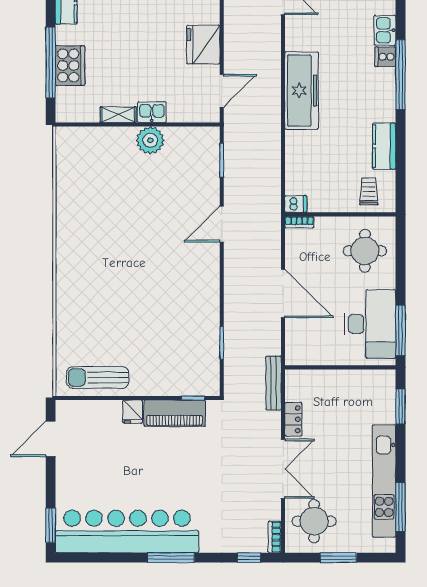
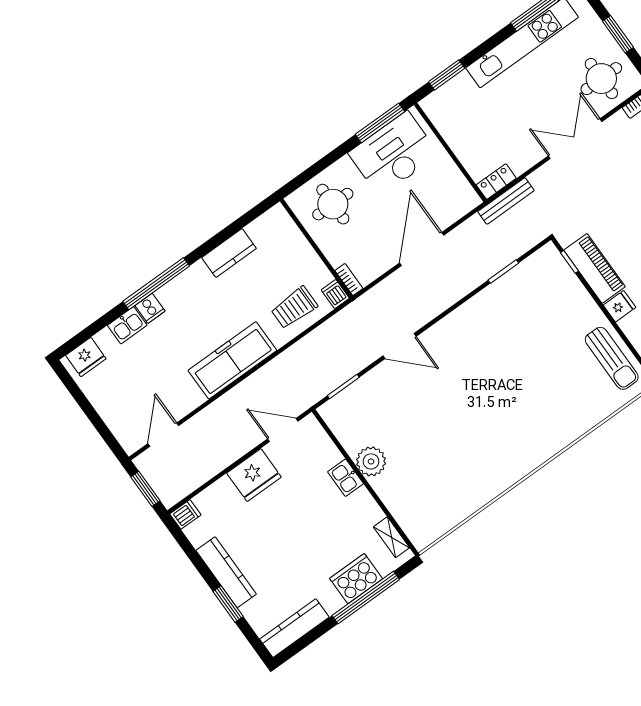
shelving: (118, 115) -> (391, 537), moved
trolley: (369, 191) -> (294, 308), moved, width x1.36, depth x1.39
locker: (293, 419) -> (496, 182), moved

